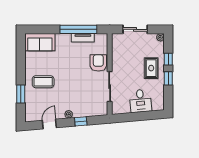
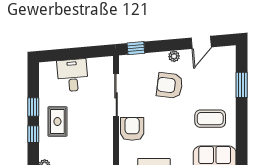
armchair: (98, 63) -> (132, 129), turned 180
coffee table: (43, 82) -> (210, 119), moved
armchair: (72, 94) -> (170, 85), added
window: (81, 121) -> (136, 48), moved

